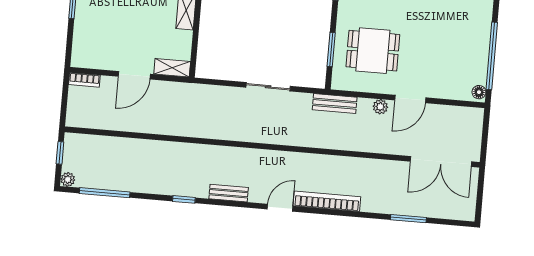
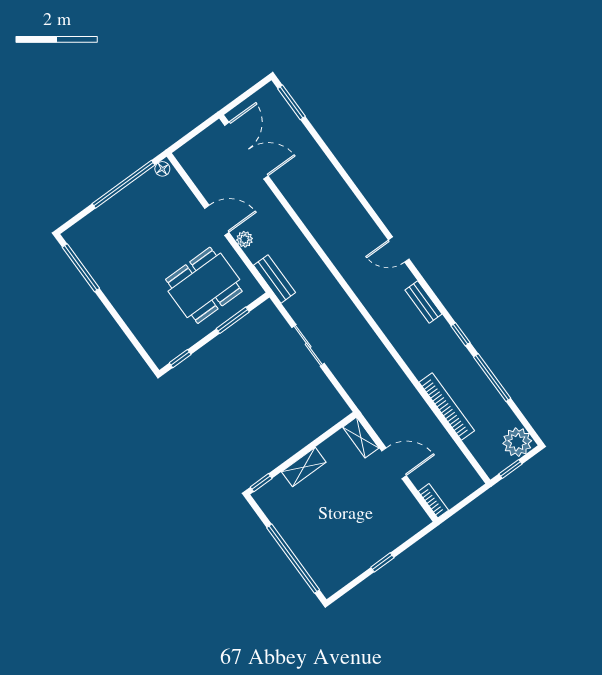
dining table: (373, 51) -> (204, 285), width x1.38
plant: (68, 179) -> (517, 442), width x1.88, depth x1.88
window: (105, 193) -> (492, 378), moved
bookcase: (327, 201) -> (447, 407), moved, turned 180
window: (408, 219) -> (291, 102), moved

